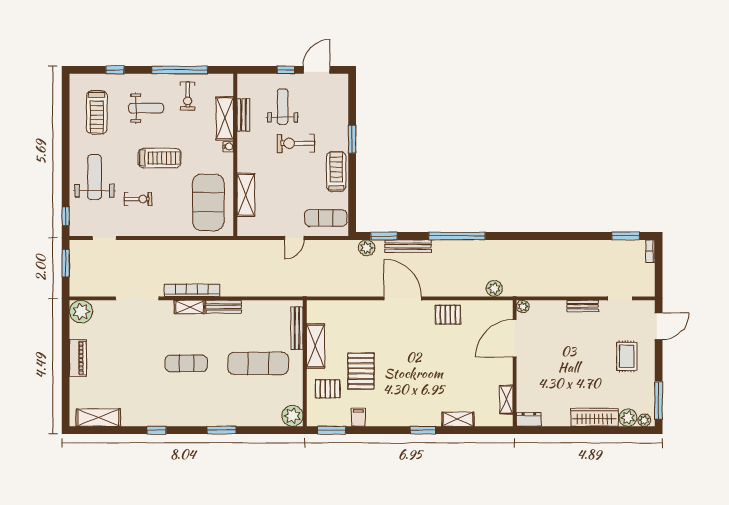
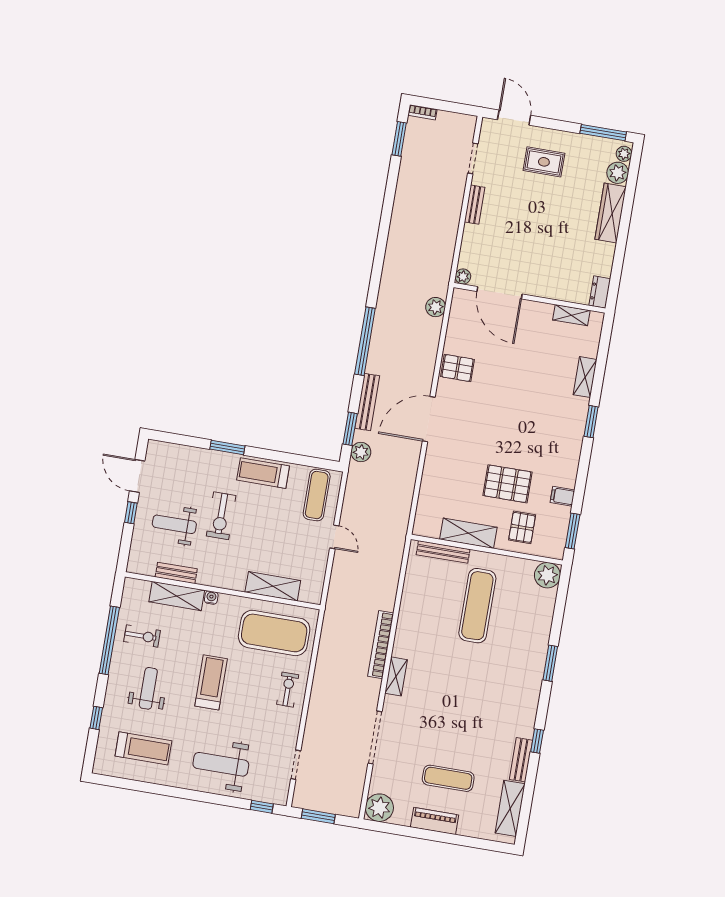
exercise bike: (138, 199) -> (288, 690), moved
bookcase: (192, 290) -> (381, 645), moved
bench: (224, 307) -> (521, 760), moved
pallet: (448, 315) -> (458, 368), turned 90
exercise mat: (186, 363) -> (448, 778), moved, turned 90

